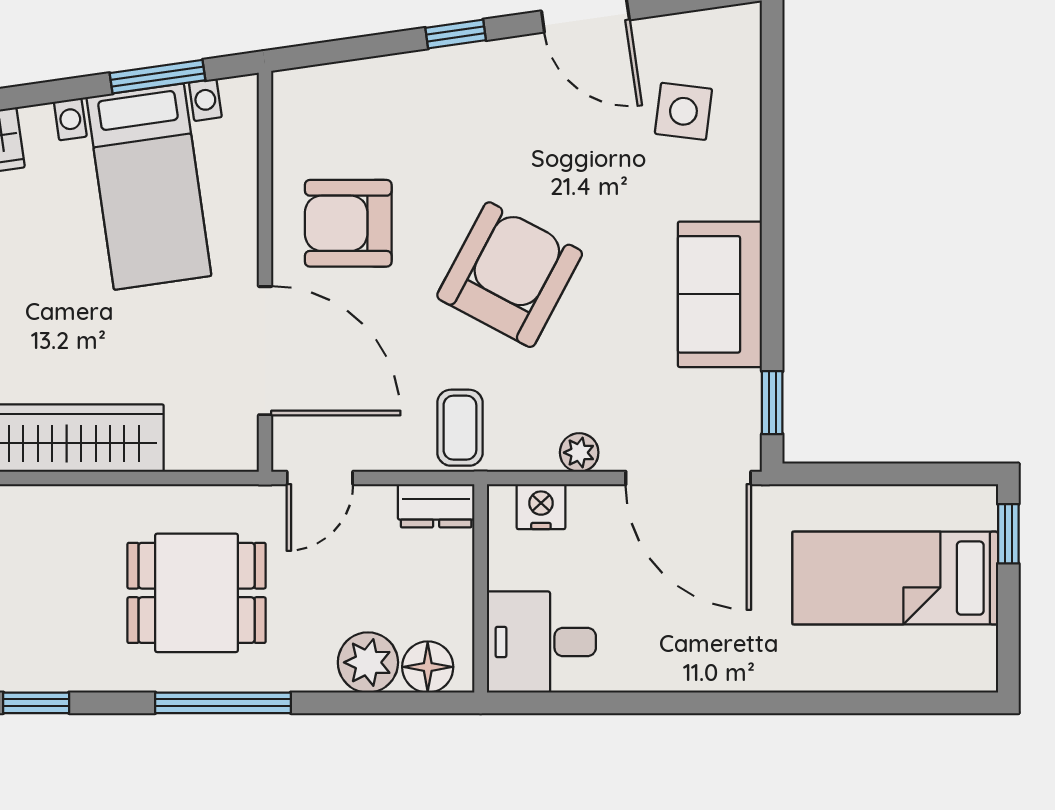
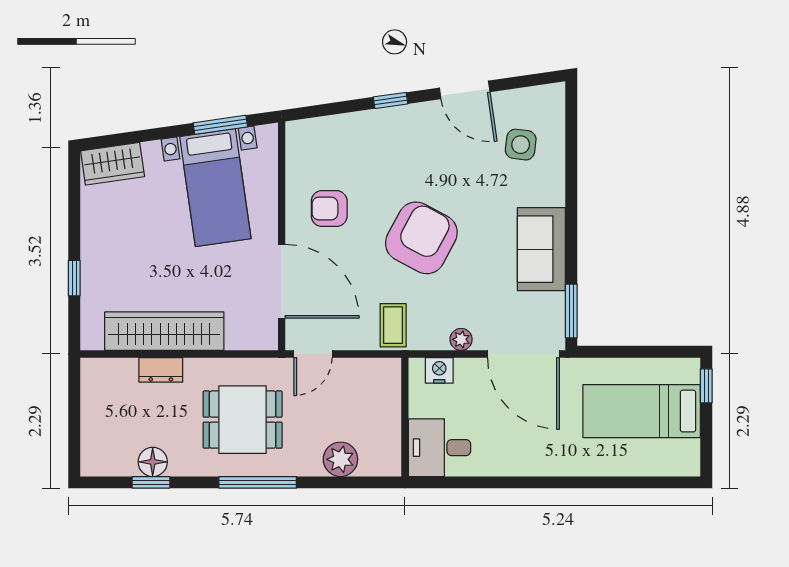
armchair: (348, 223) -> (329, 209), width x0.72, depth x0.72
window: (772, 403) -> (571, 311), width x1.50
dresser: (436, 506) -> (161, 370), moved
floor lamp: (428, 667) -> (153, 462), moved

